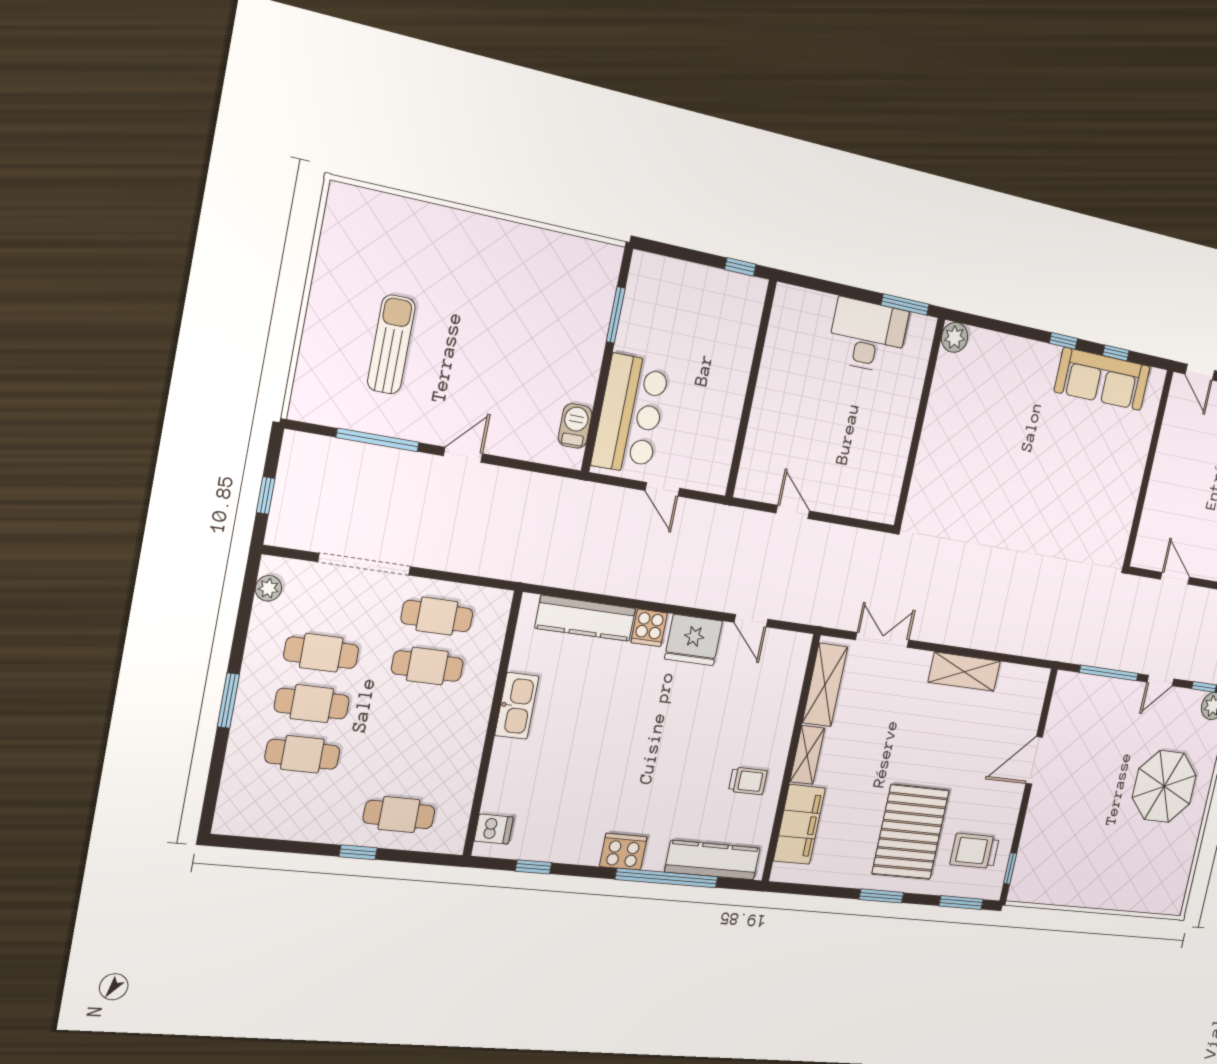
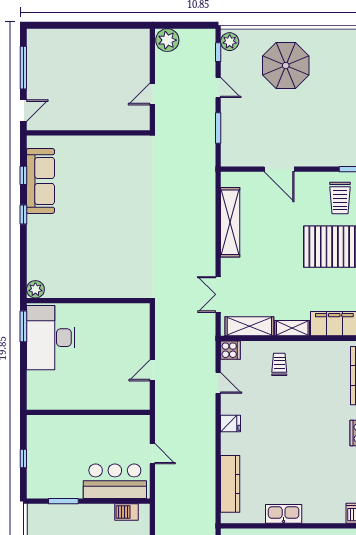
window: (740, 267) -> (23, 459), moved
desk: (868, 336) -> (51, 338), width x1.36, depth x1.30
door: (662, 489) -> (152, 454), hinge flipped
door: (751, 621) -> (218, 383), hinge flipped
cooker: (649, 628) -> (230, 350), moved
fridge: (693, 640) -> (230, 424), width x0.53, depth x0.75
shelving: (964, 672) -> (230, 222), width x1.47
window: (1109, 673) -> (218, 128), width x0.69
trolley: (748, 781) -> (279, 364), moved

